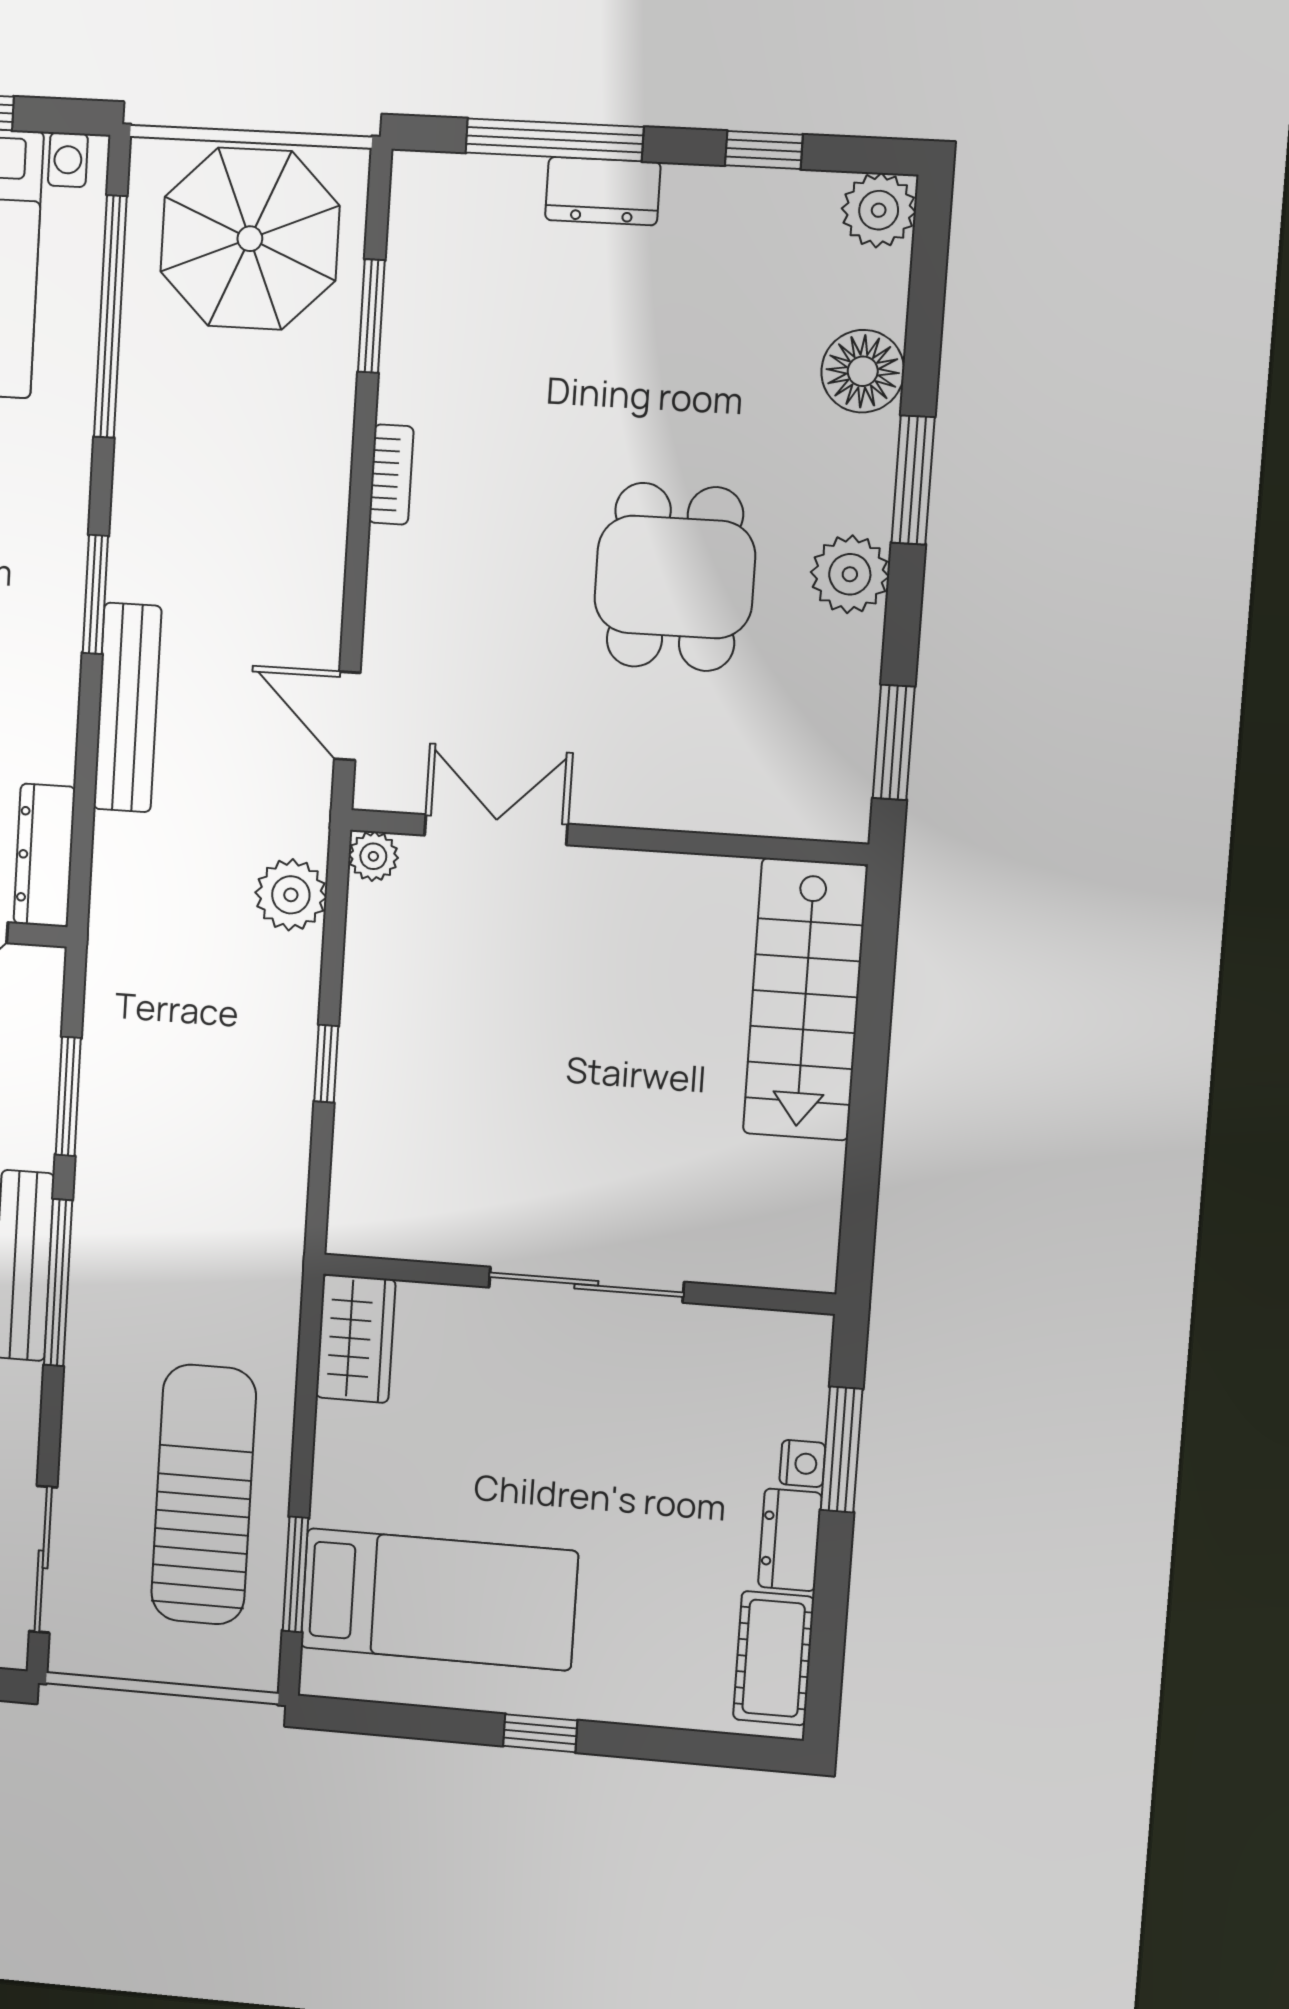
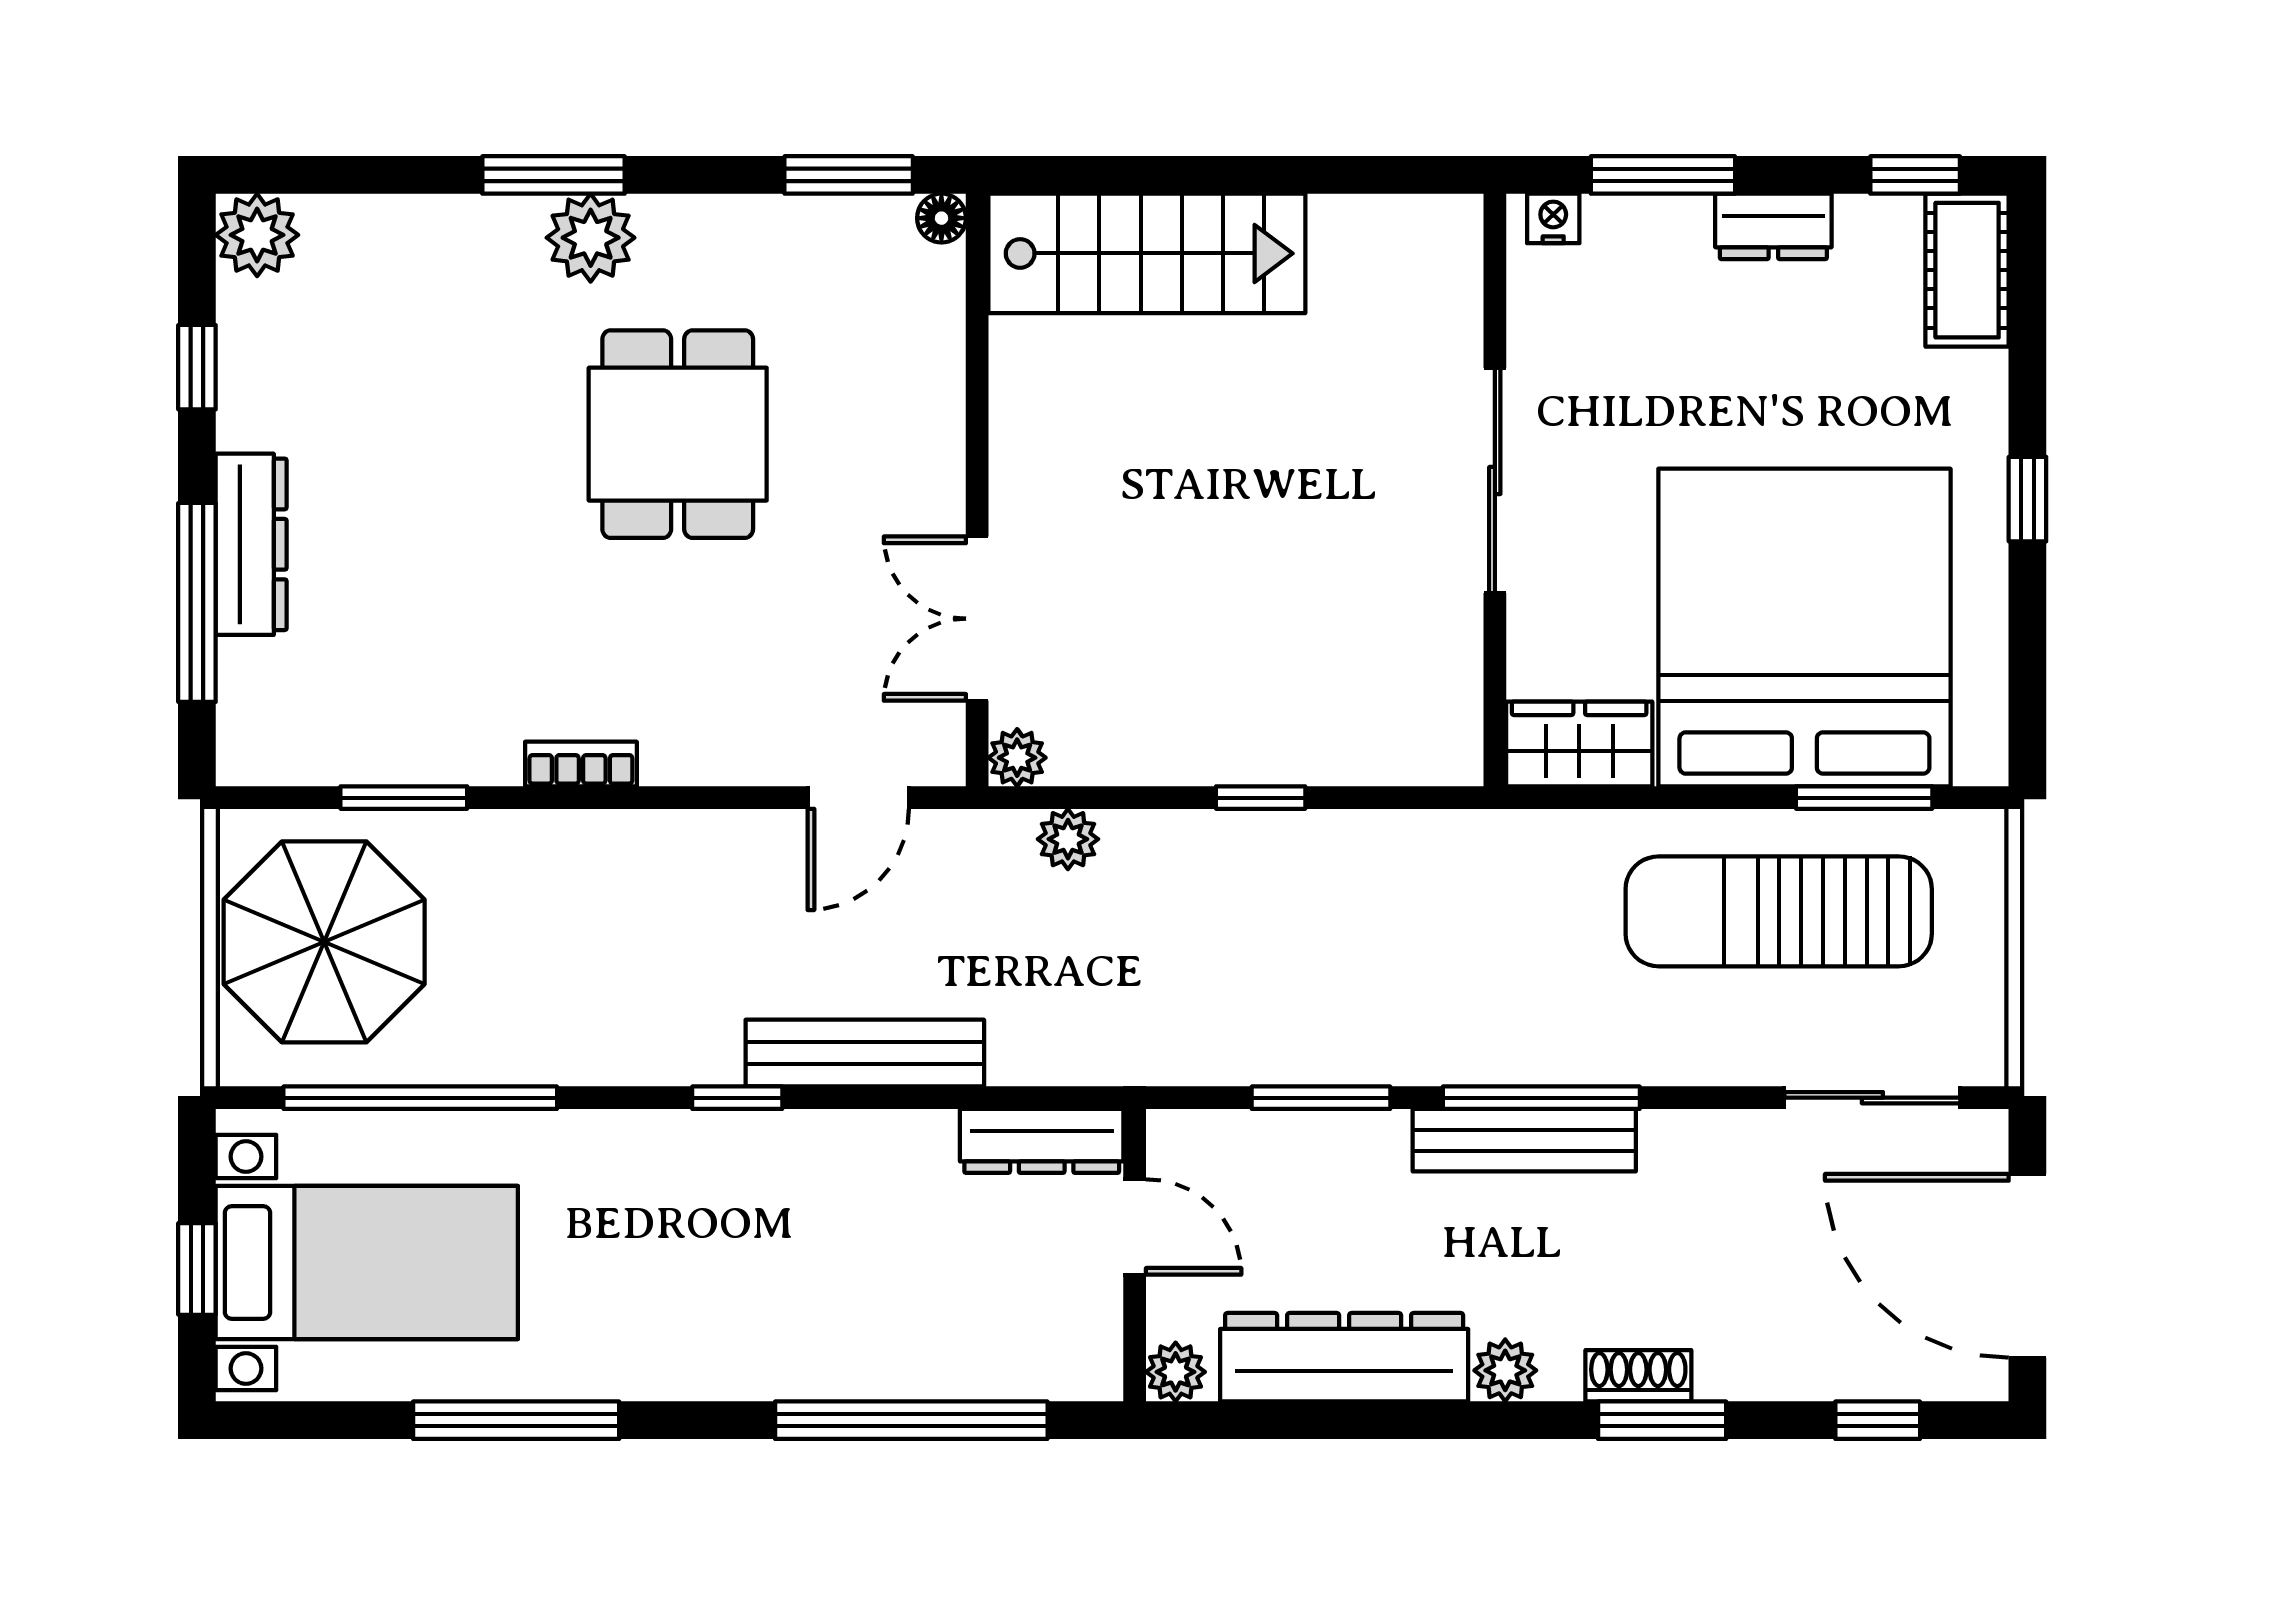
dresser: (603, 191) -> (251, 544), width x1.44
floor lamp: (863, 371) -> (941, 218), moved, width x0.53, depth x0.53
plant: (850, 574) -> (591, 238), moved
dining table: (675, 577) -> (678, 434), turned 90
window: (95, 594) -> (737, 1098), width x0.67
plant: (291, 895) -> (1068, 839), width x0.73, depth x0.73
nightstand: (802, 1464) -> (1553, 218), moved
bed: (439, 1599) -> (1804, 628), width x2.04
cot: (774, 1658) -> (1967, 270), moved, turned 90
window: (826, 1664) -> (1915, 175), added

